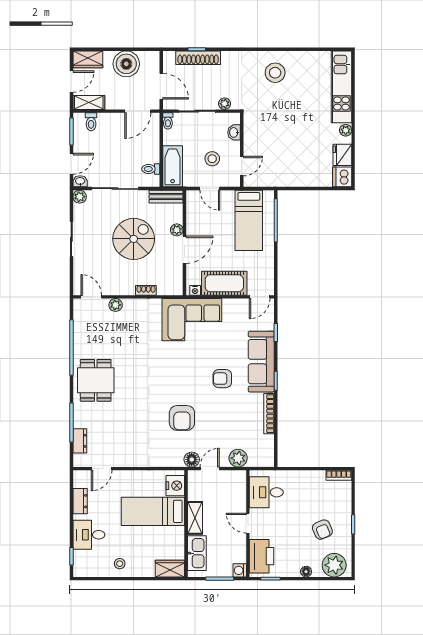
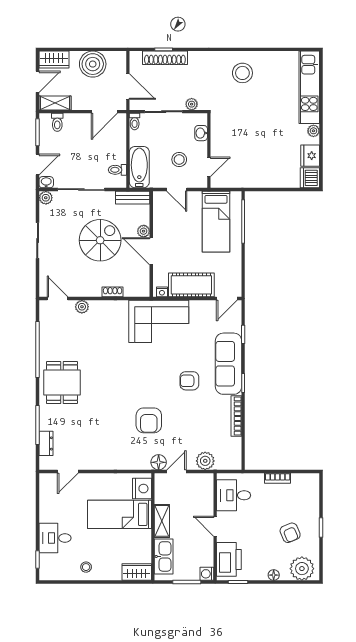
door: (184, 250) -> (151, 251), swing flipped
bookcase: (339, 475) -> (278, 478), moved
dresser: (80, 501) -> (46, 504), removed

